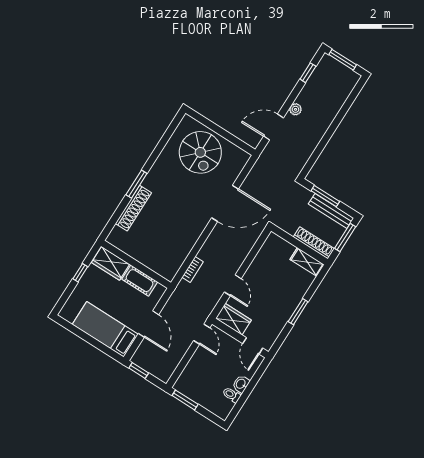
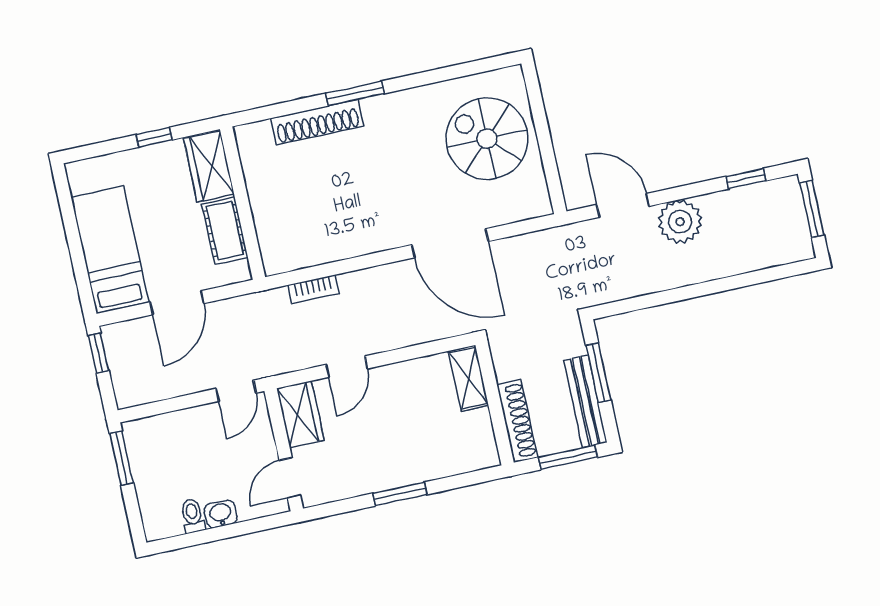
plant: (295, 109) -> (680, 222), width x1.87, depth x1.87
spiral stairs: (200, 152) -> (487, 139), turned 90
shelving: (307, 262) -> (468, 378), moved

